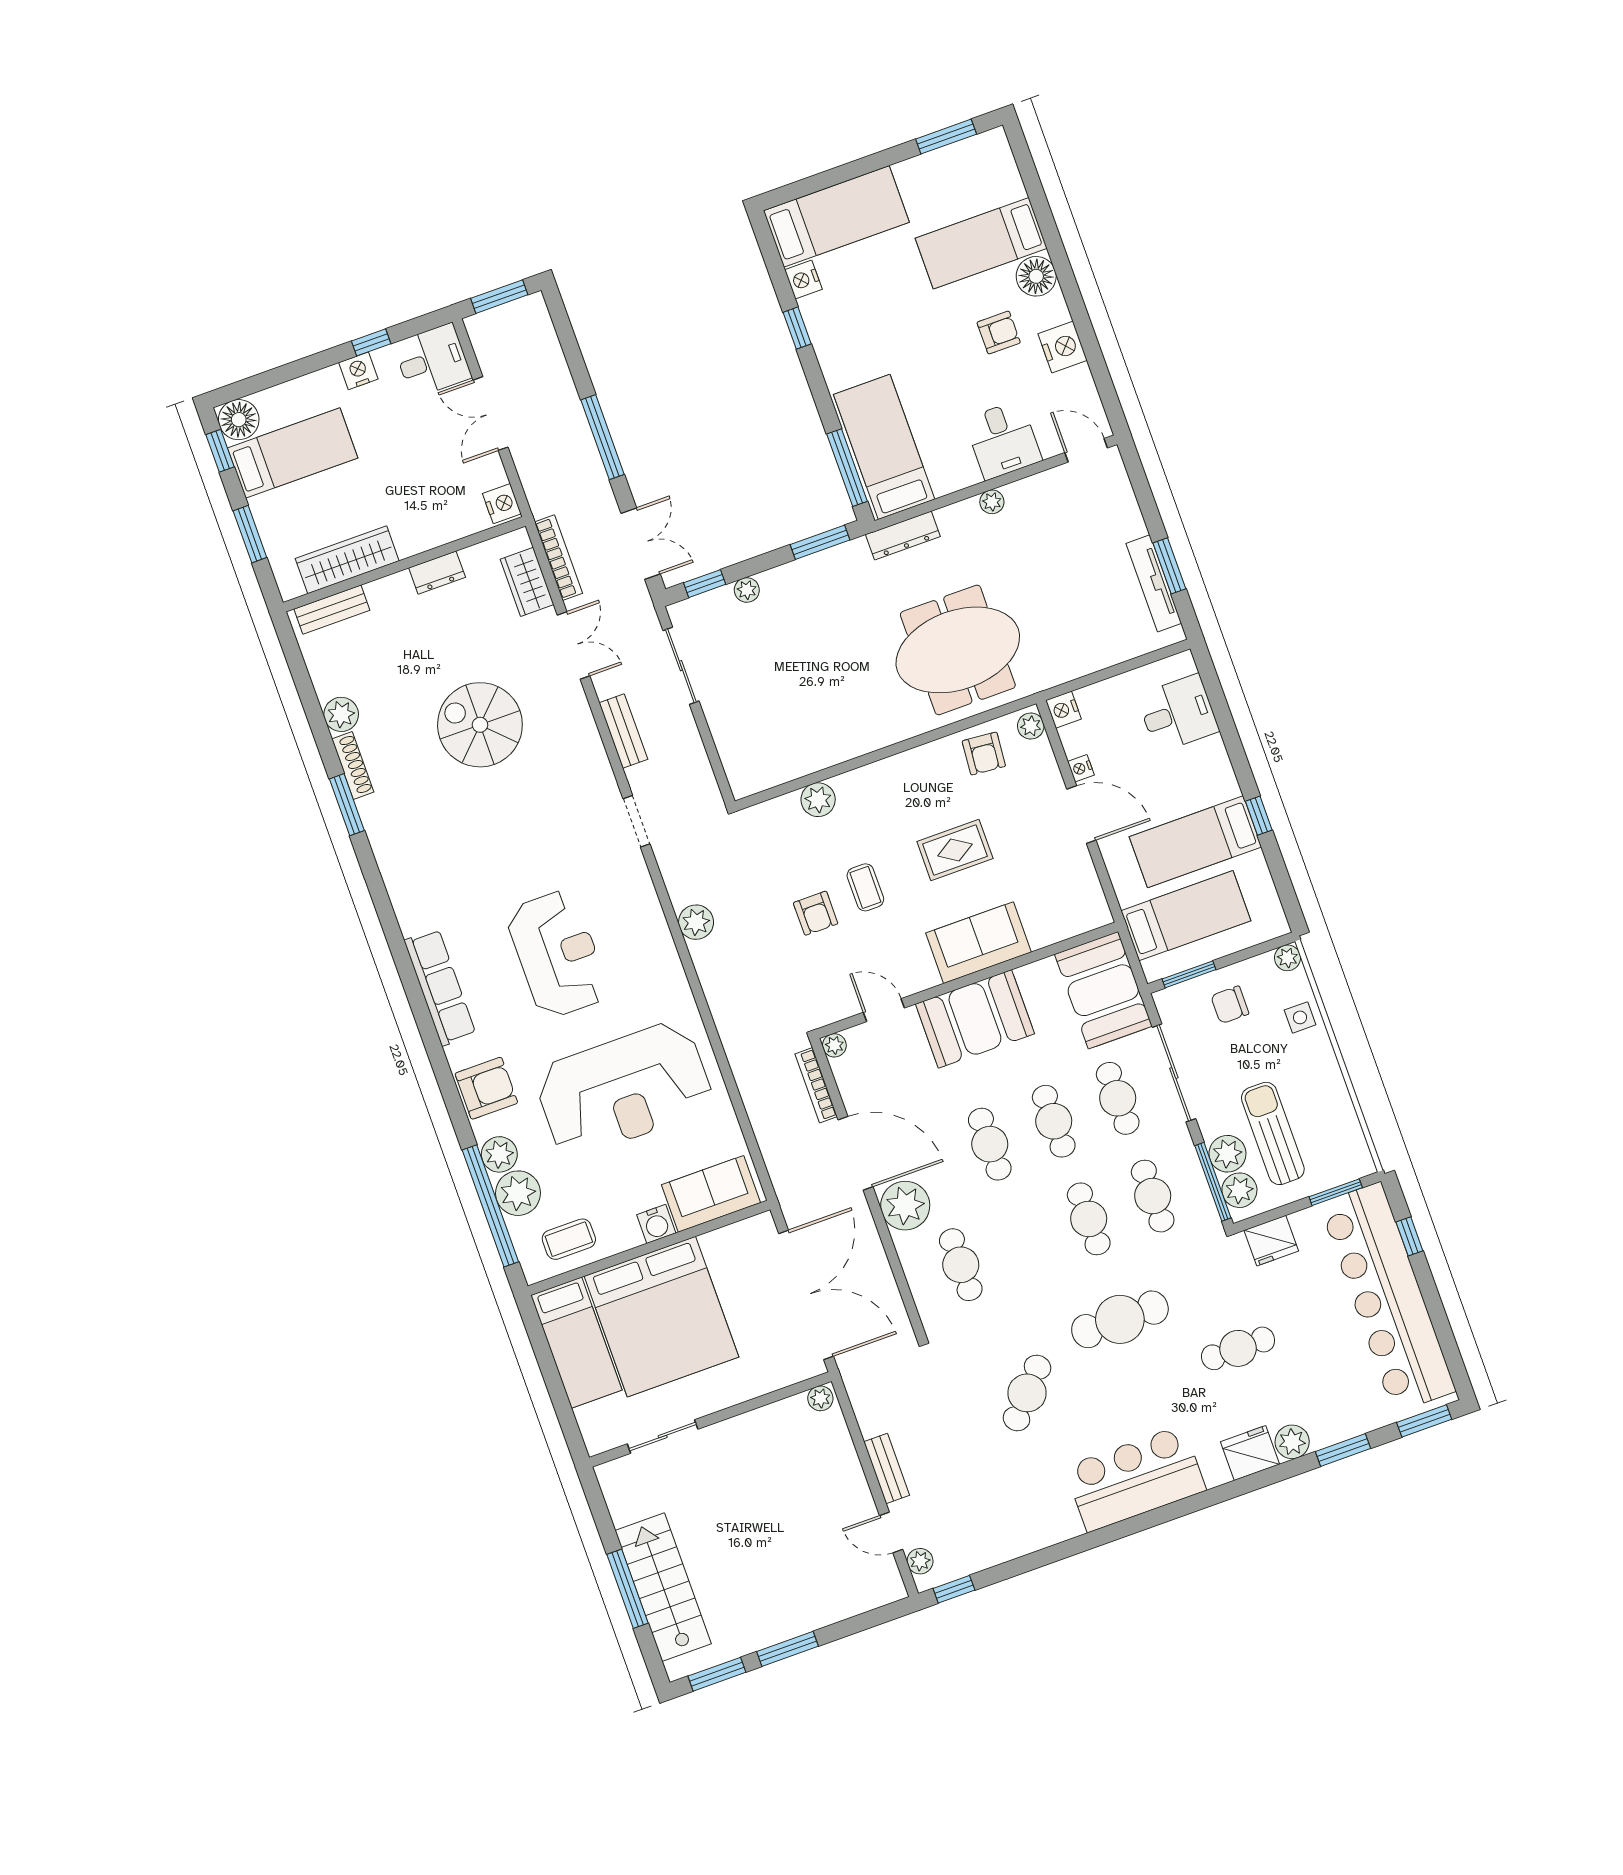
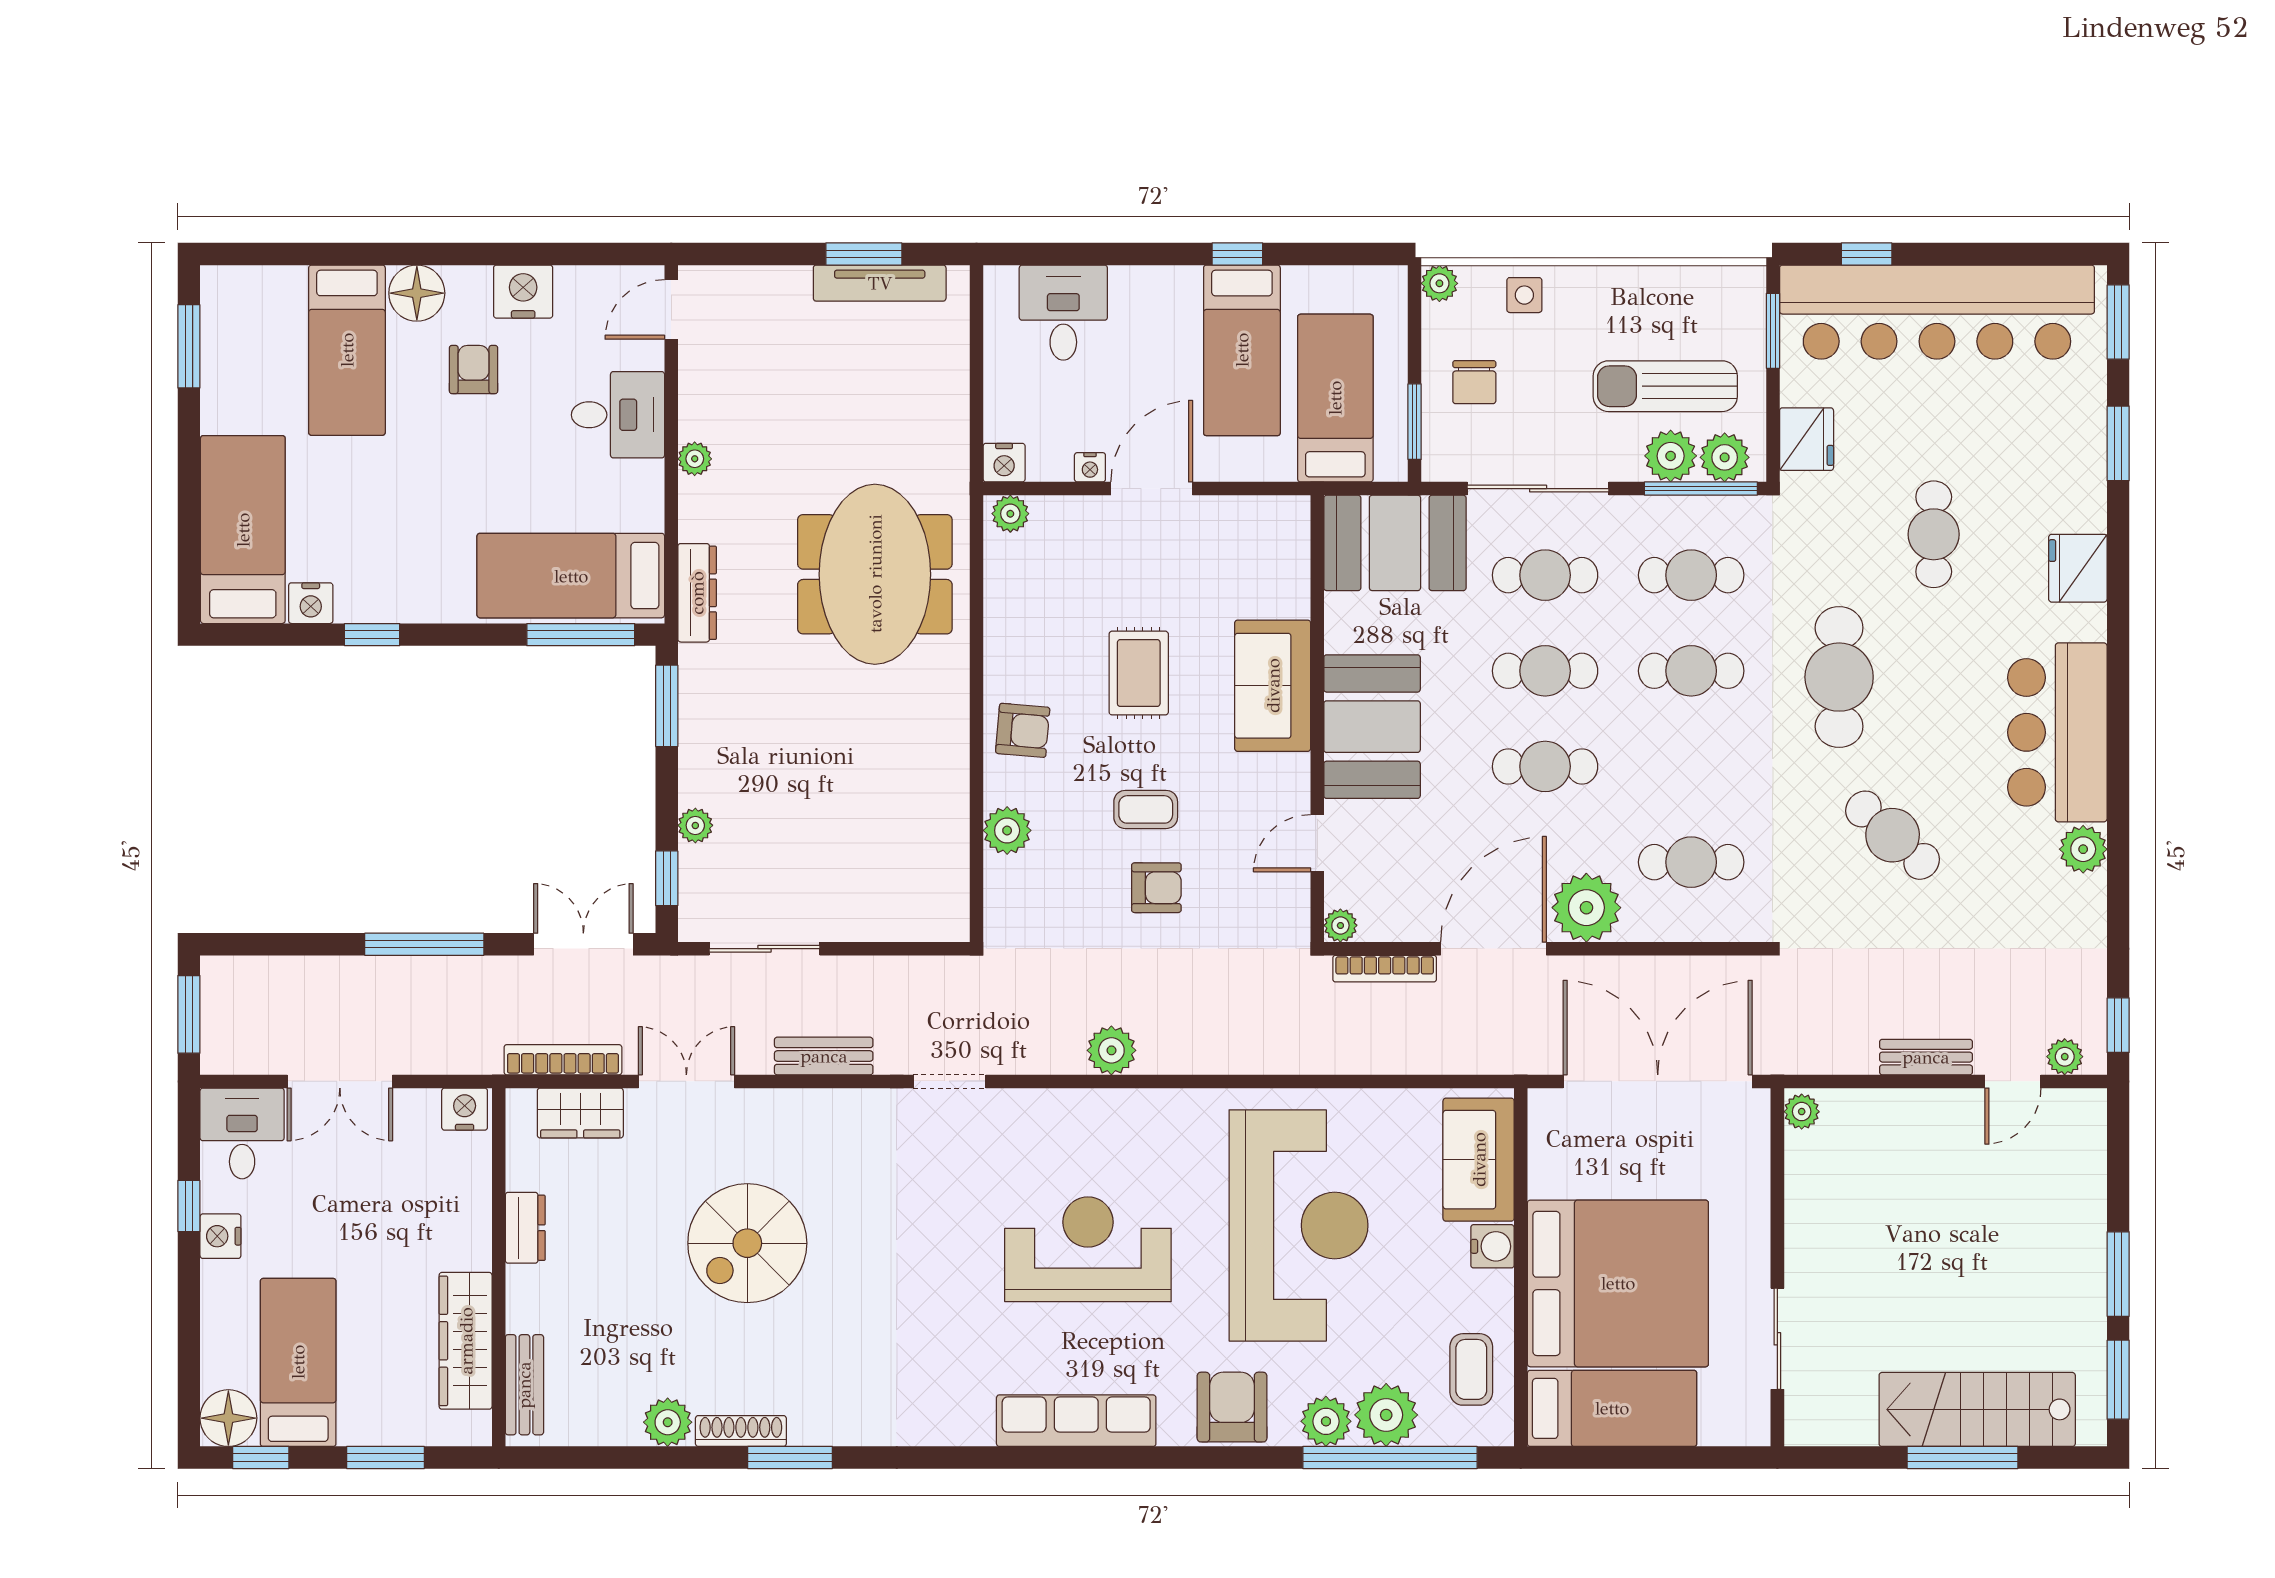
armchair: (984, 754) -> (1023, 730), moved
plant: (1292, 1442) -> (2083, 849), moved

